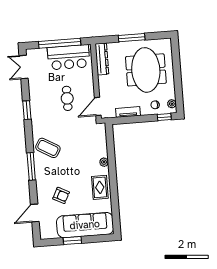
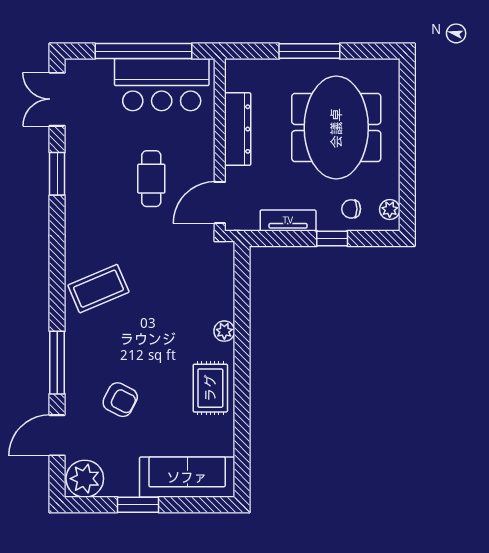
dresser: (102, 59) -> (238, 129), moved
window: (27, 110) -> (57, 174), moved
window: (164, 117) -> (332, 238), moved
coffee table: (48, 148) -> (98, 289), turned -53
window: (31, 166) -> (57, 363), moved
sofa: (85, 225) -> (187, 477), width x0.74, depth x0.79
plant: (48, 231) -> (85, 479), added

